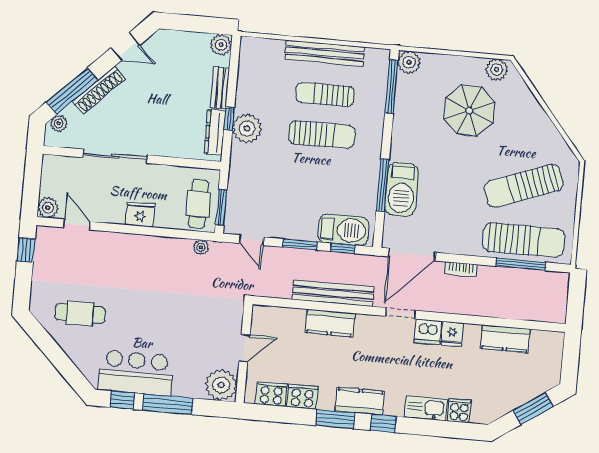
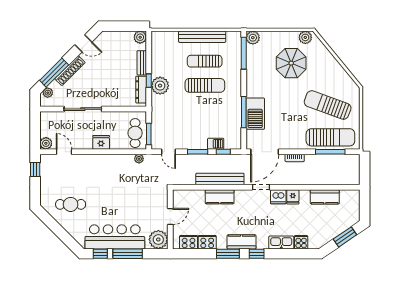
sun lounger: (524, 186) -> (328, 105), turned 40
barbecue: (343, 230) -> (216, 144), width x0.53, depth x0.65
bar counter: (136, 373) -> (115, 237), width x1.36

